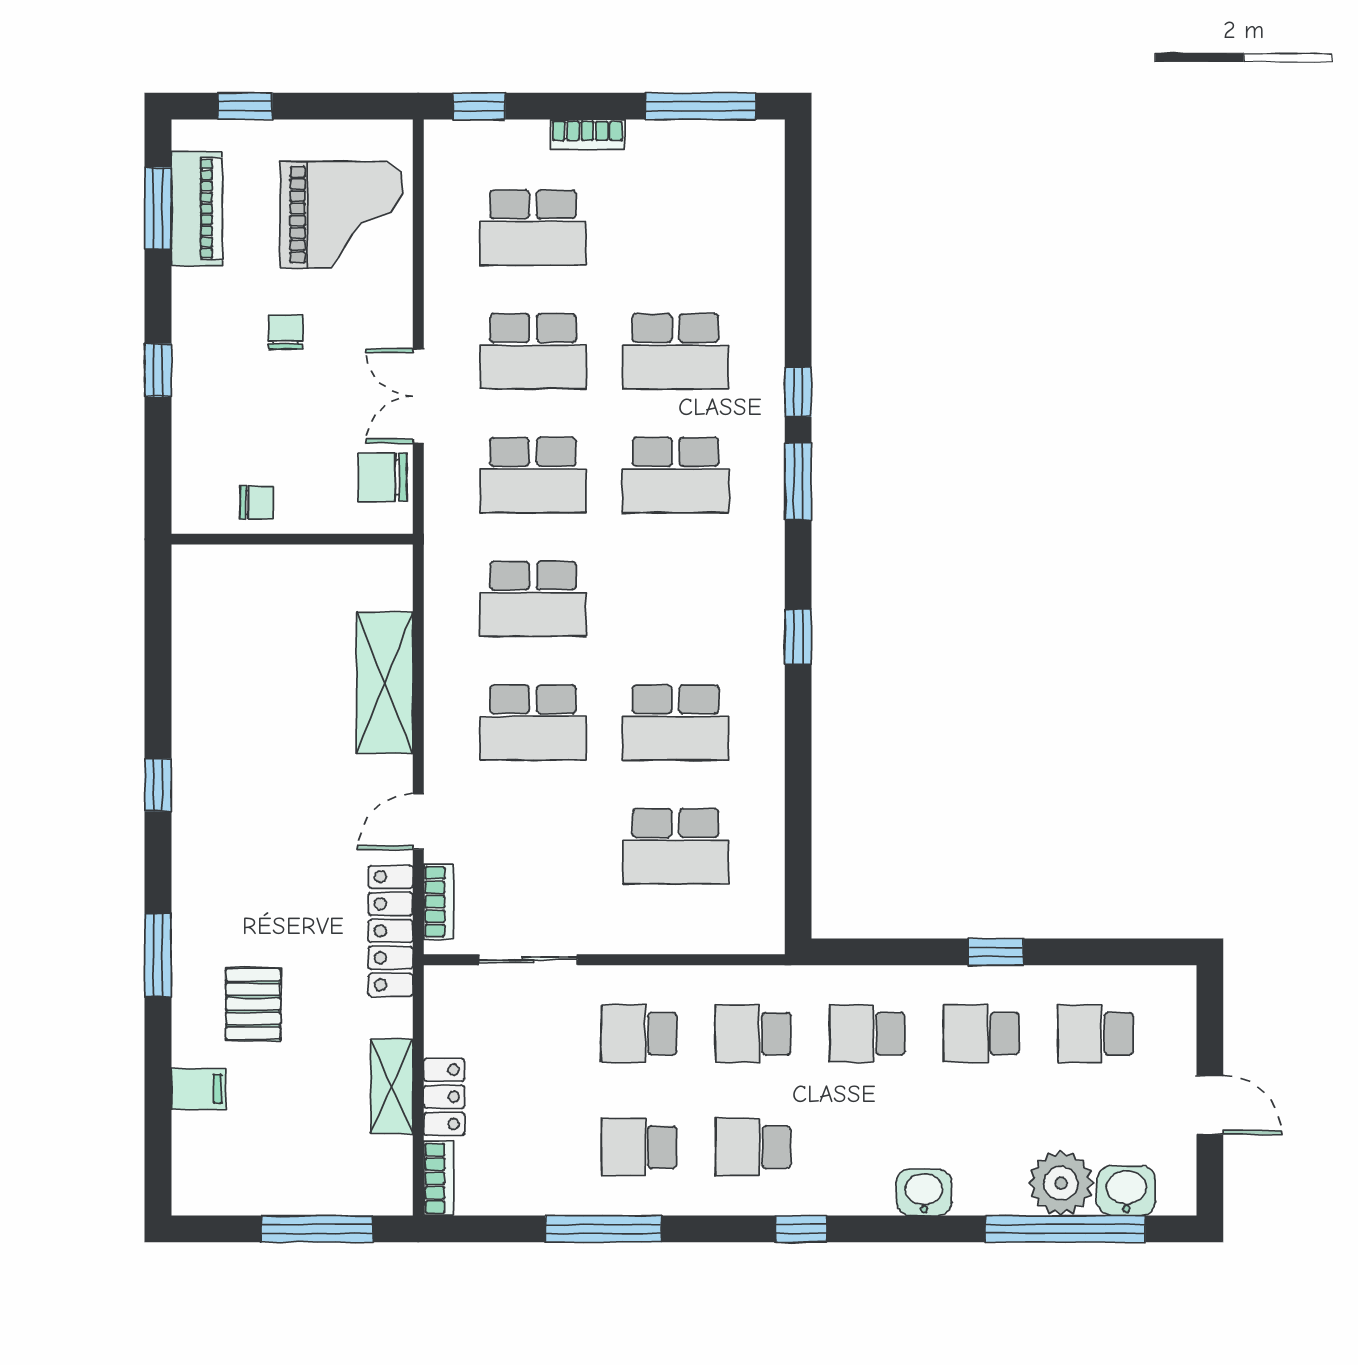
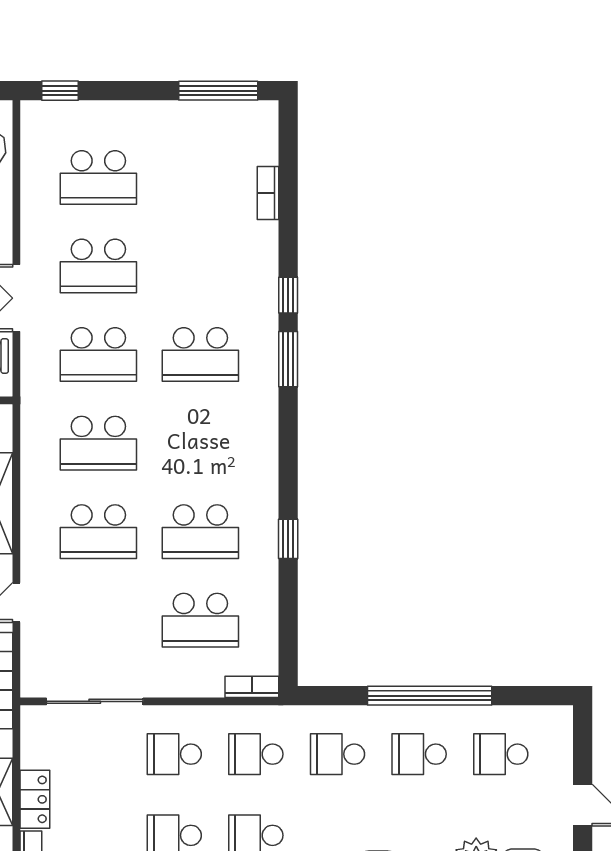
bookcase: (587, 134) -> (268, 193), moved, turned 90
school desk: (676, 351) -> (200, 266), removed
window: (798, 637) -> (288, 539), moved
bookcase: (439, 902) -> (252, 687), moved, turned -90
window: (996, 952) -> (430, 696), width x3.17
sliding door: (528, 960) -> (95, 701), width x1.37

